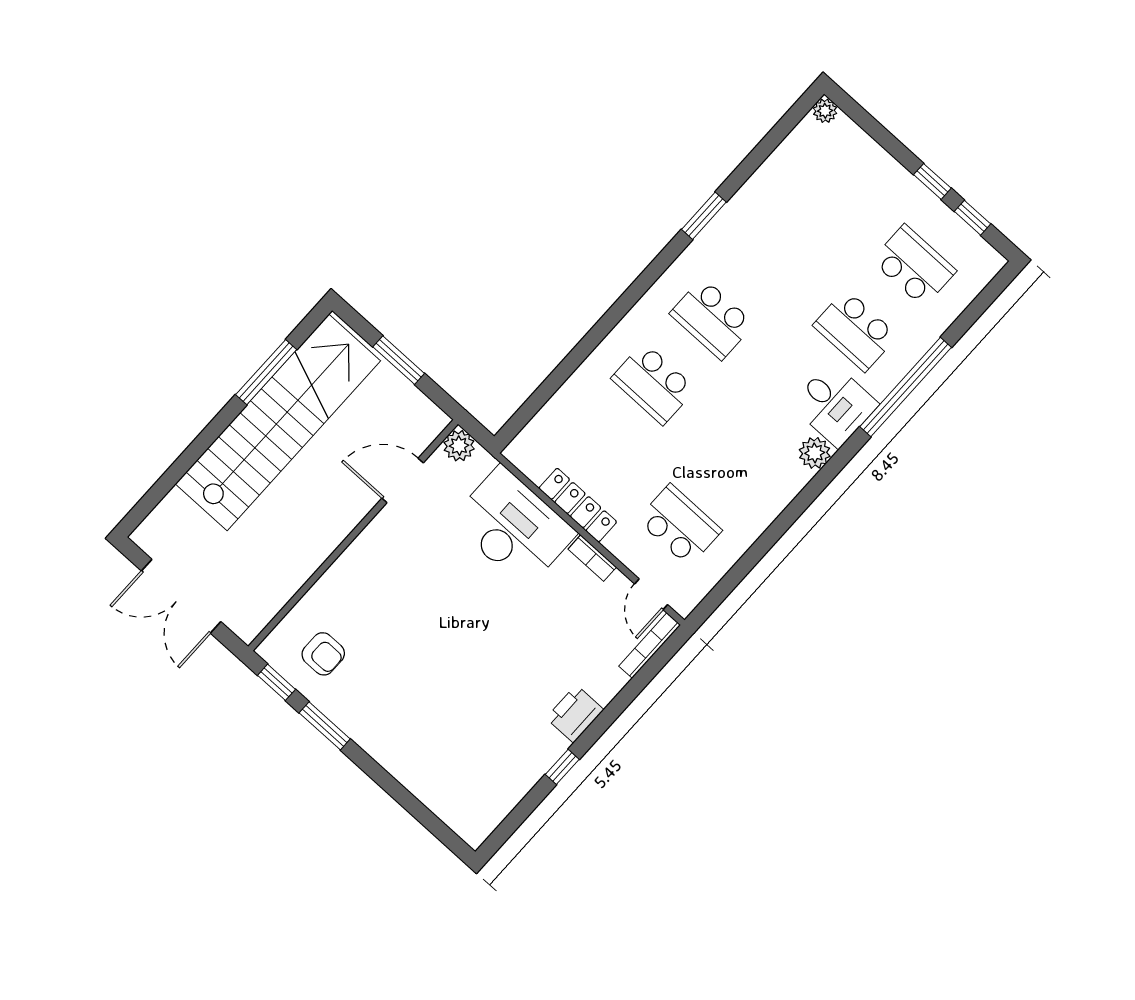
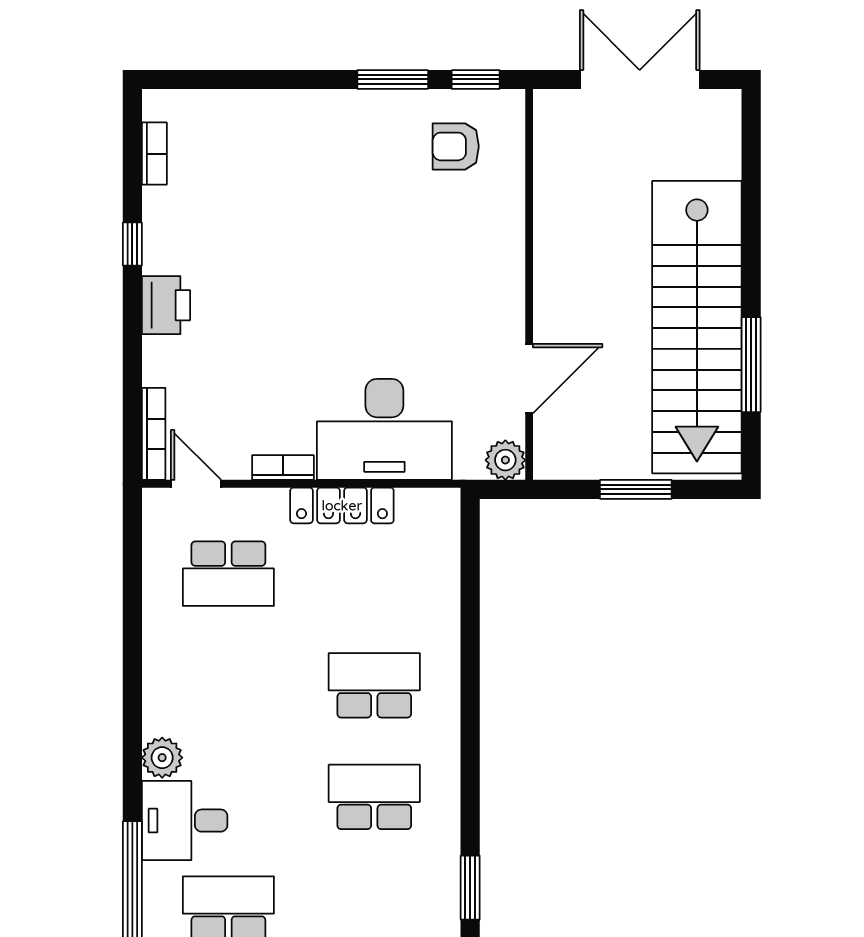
bookcase: (502, 808) -> (154, 154), added

